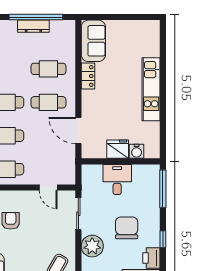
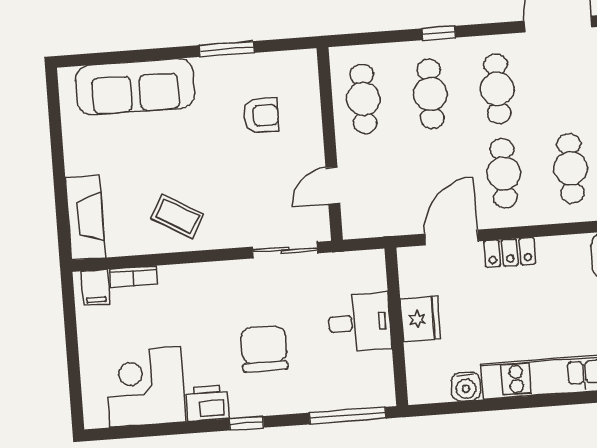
locker: (88, 76) -> (510, 252), moved
water cooler: (137, 151) -> (466, 387), moved, turned -90
chair: (127, 228) -> (264, 349), turned -90
plant: (92, 246) -> (222, 283), removed

